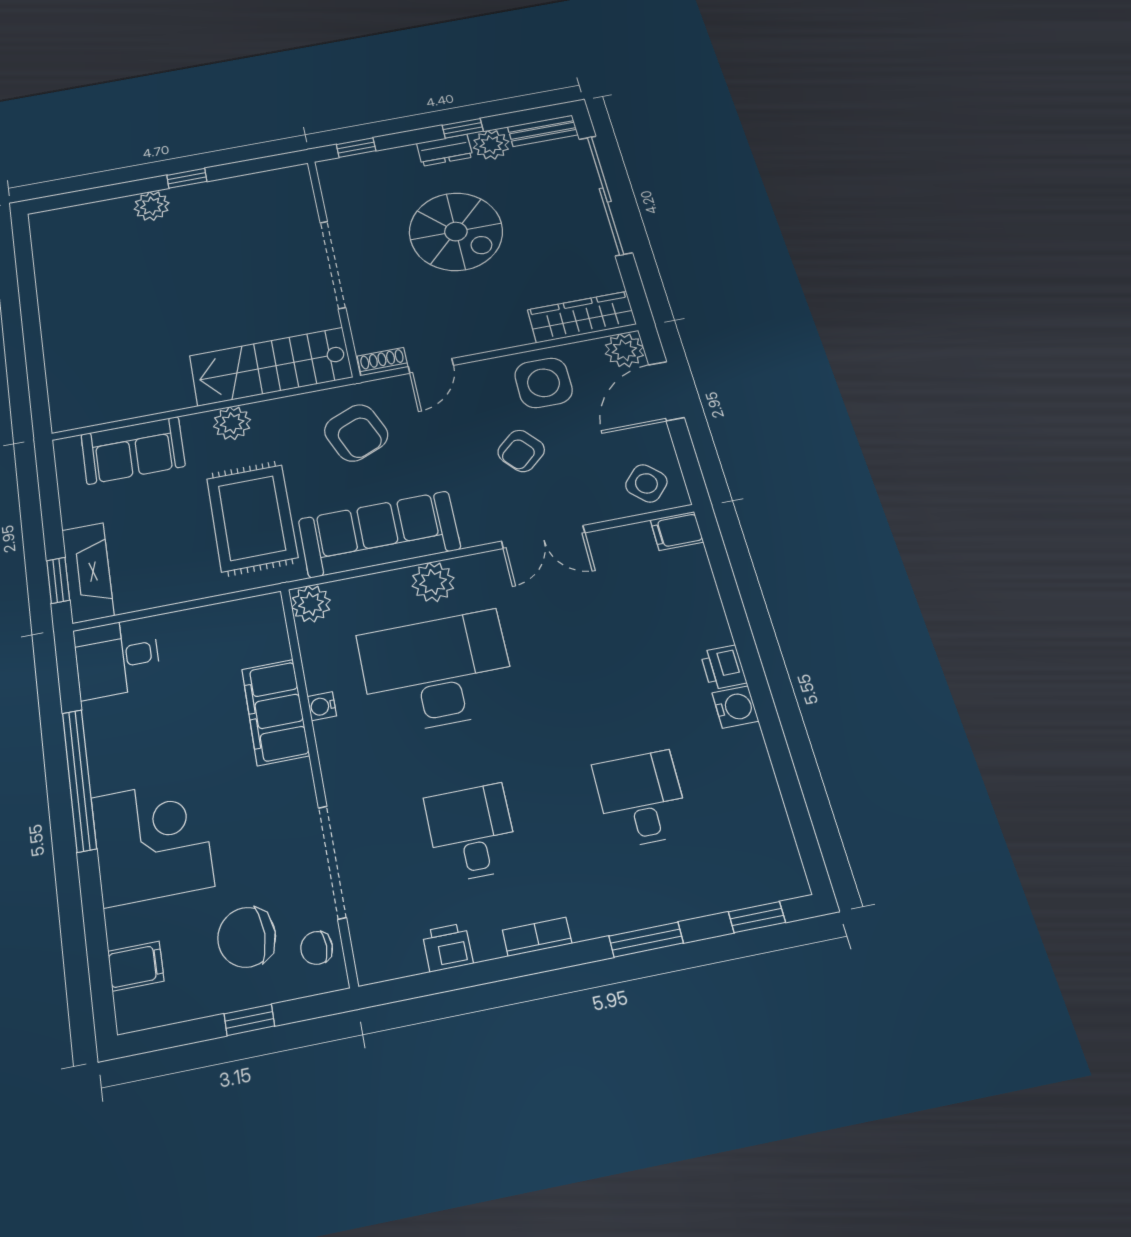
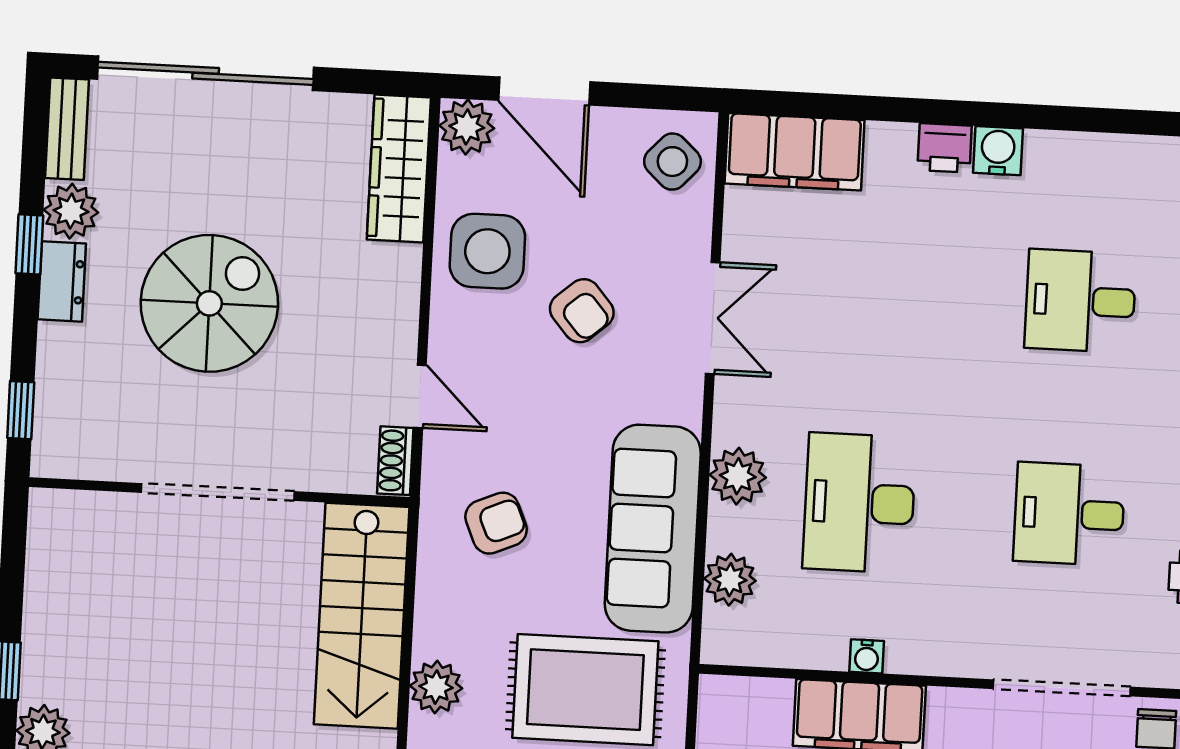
armchair: (356, 433) -> (496, 523), width x0.72, depth x0.72
filing cabinet: (677, 531) -> (795, 152), width x3.00, depth x1.17
plant: (311, 604) -> (730, 580), moved
desk: (437, 672) -> (859, 503), width x0.73, depth x0.77

